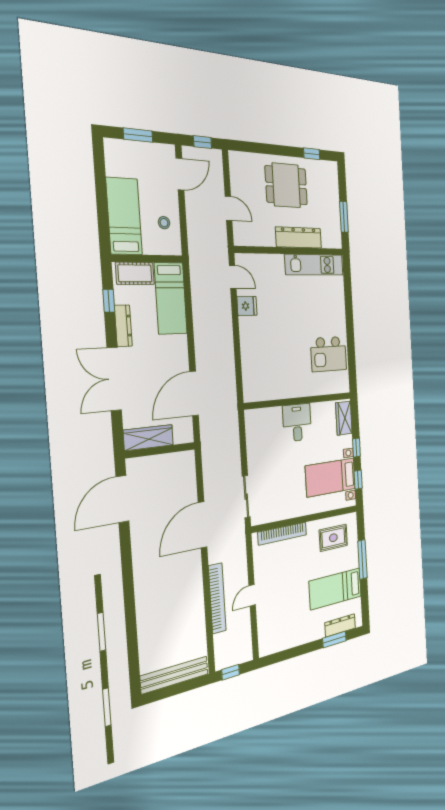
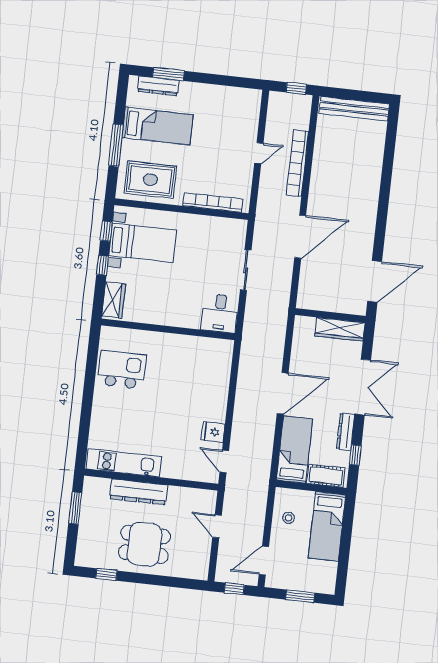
door: (194, 394) -> (283, 393), moved
desk: (297, 423) -> (220, 313), moved
sliding door: (246, 497) -> (246, 270), moved
rug: (333, 538) -> (150, 180), width x1.36, depth x1.43

